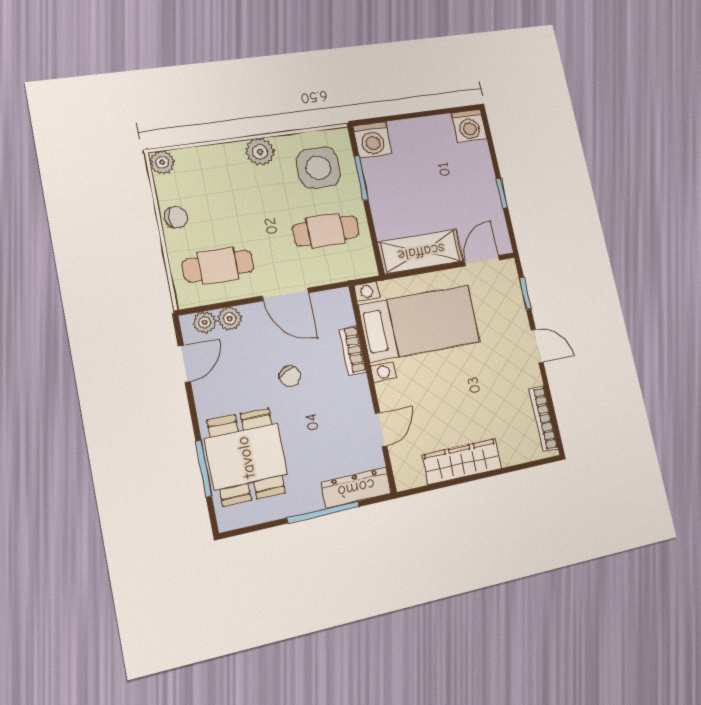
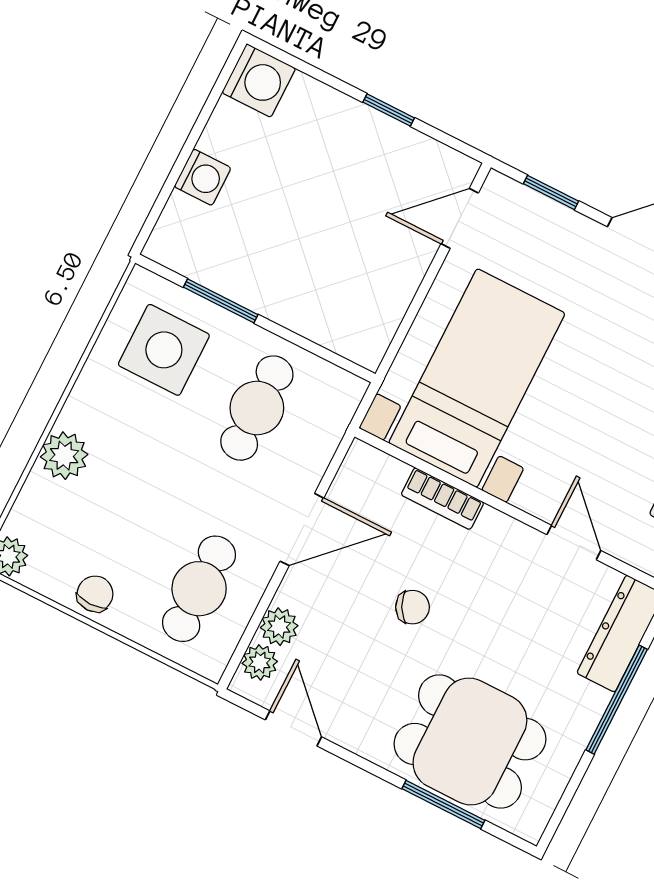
washing machine: (372, 140) -> (203, 177), moved, width x0.73, depth x0.73
plant: (260, 152) -> (64, 456), moved
shelving: (421, 252) -> (382, 297), removed
door: (482, 261) -> (460, 218), hinge flipped

